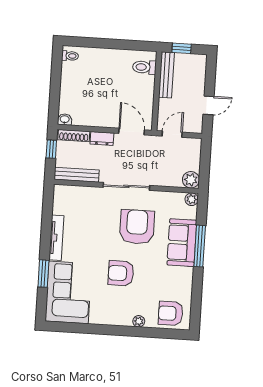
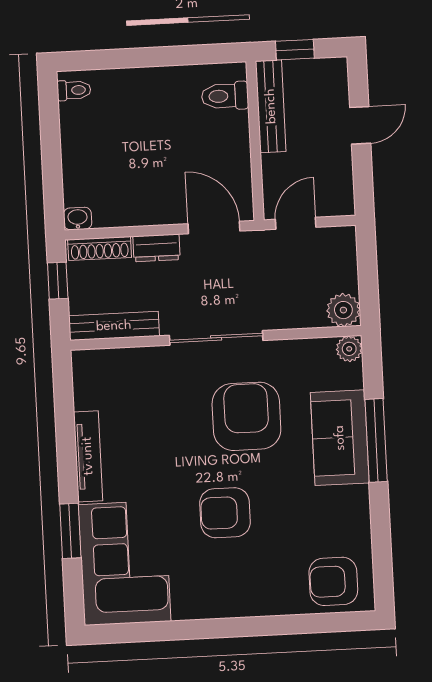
door: (209, 105) -> (360, 125), moved
plant: (139, 321) -> (272, 605), removed

